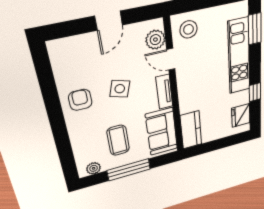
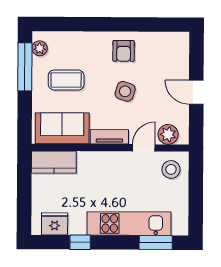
armchair: (80, 100) -> (124, 51), turned 90
window: (129, 170) -> (25, 67), moved

